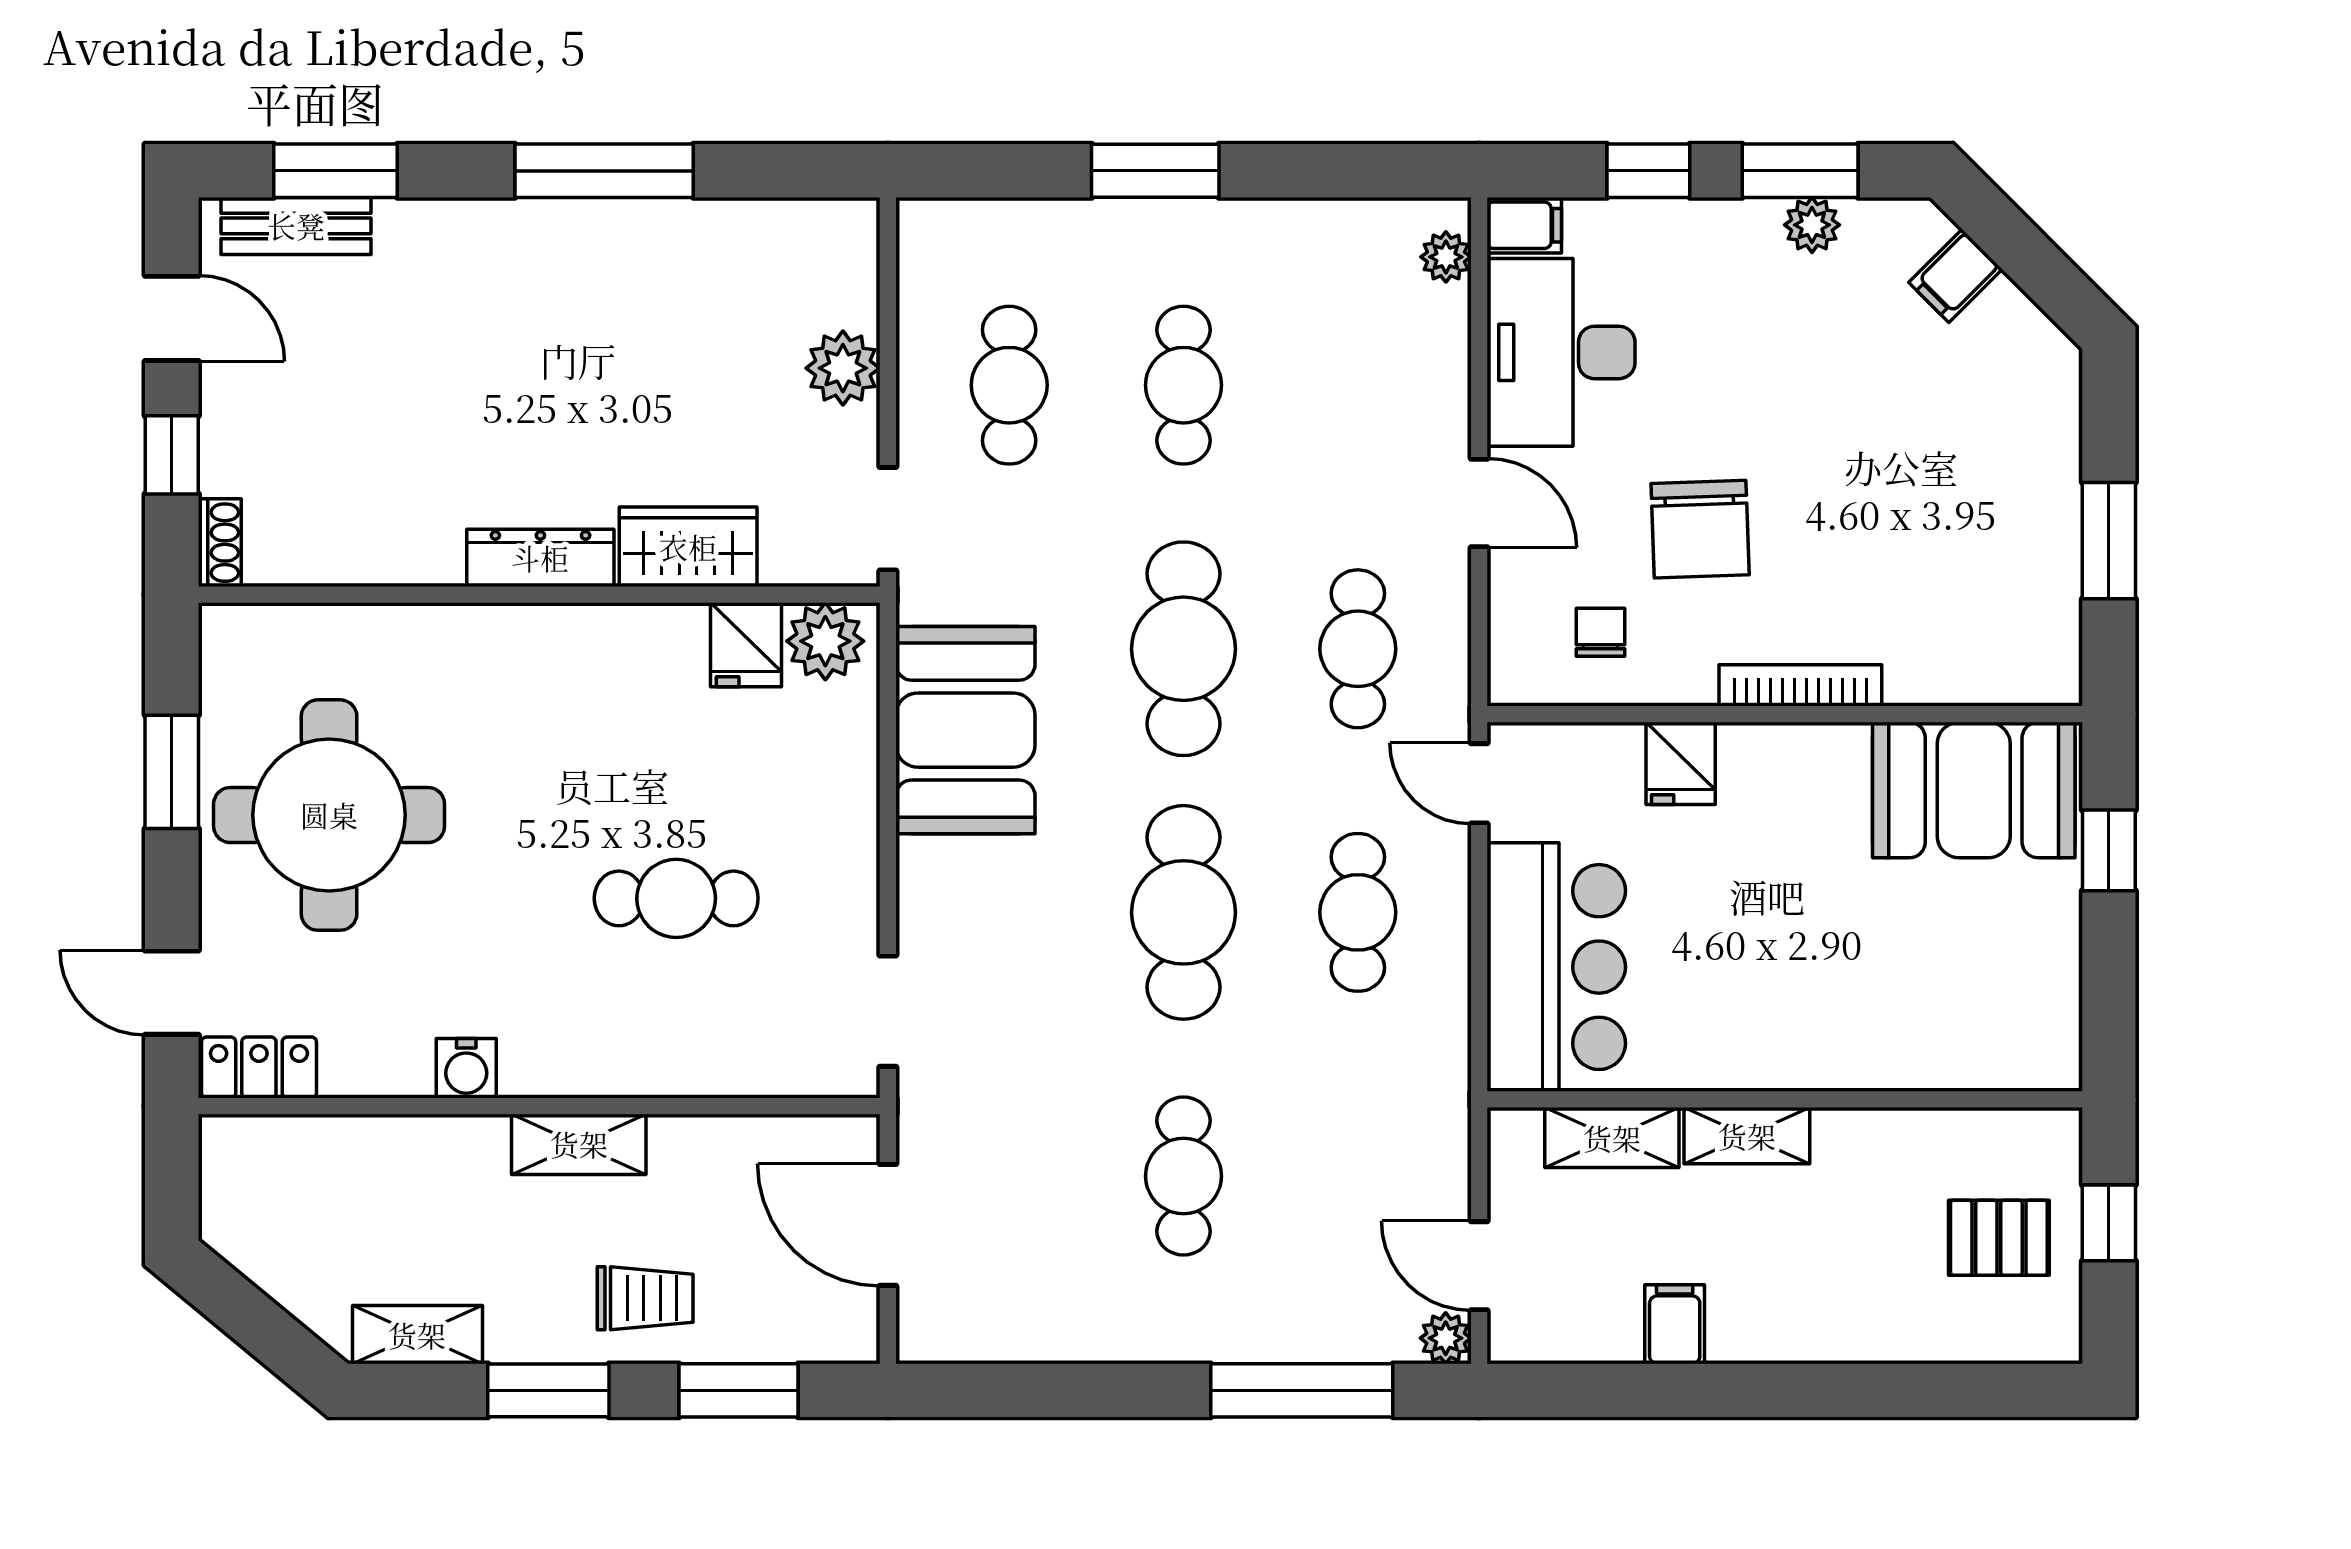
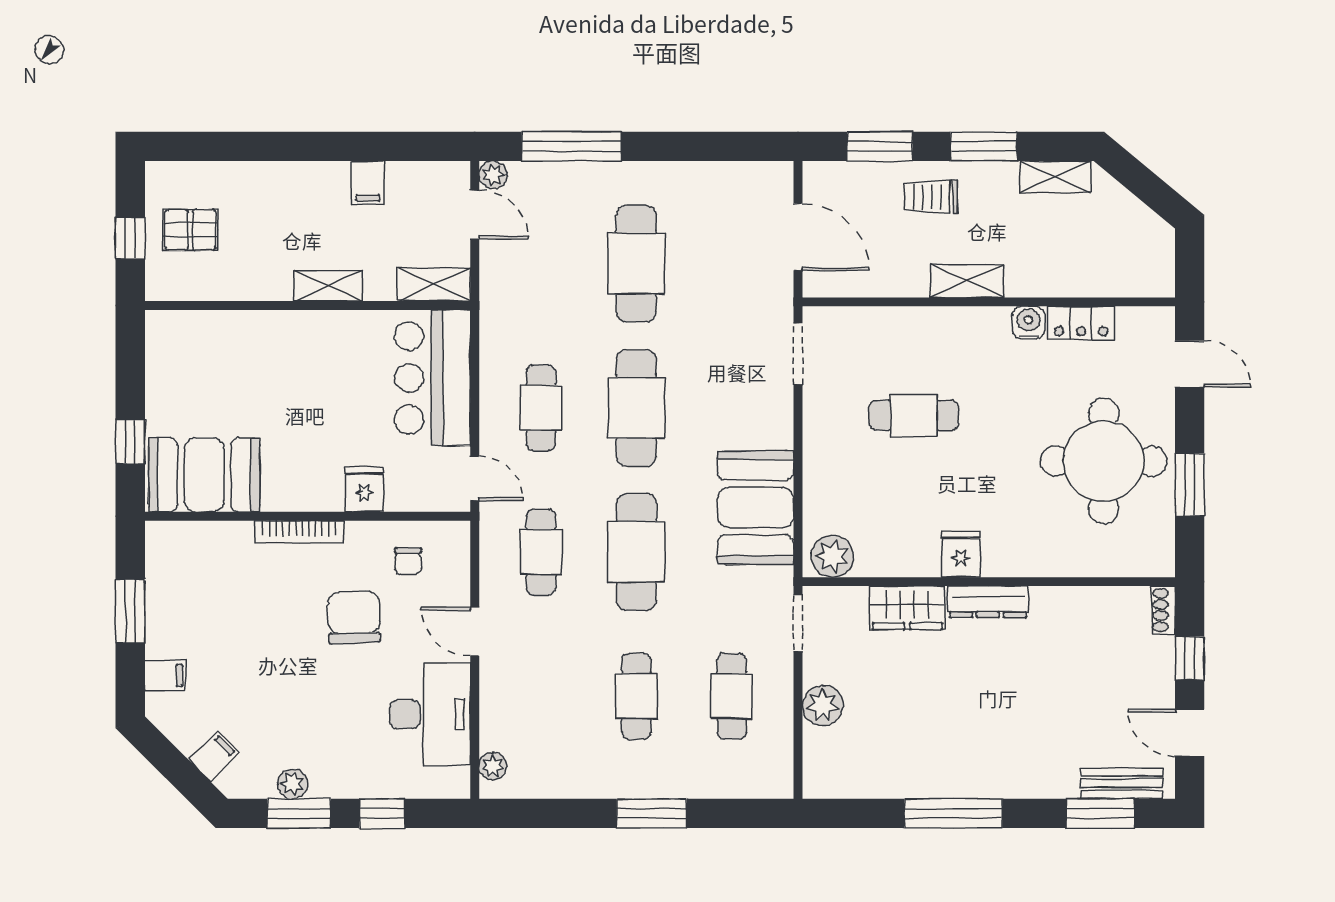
filing cabinet: (1524, 225) -> (165, 675), moved, turned 180
fridge: (746, 645) -> (961, 554), moved
locker: (259, 1067) -> (1081, 323), moved
shelving: (1612, 1138) -> (434, 285), moved
cafe table: (1184, 1176) -> (636, 264), width x1.37, depth x1.35

